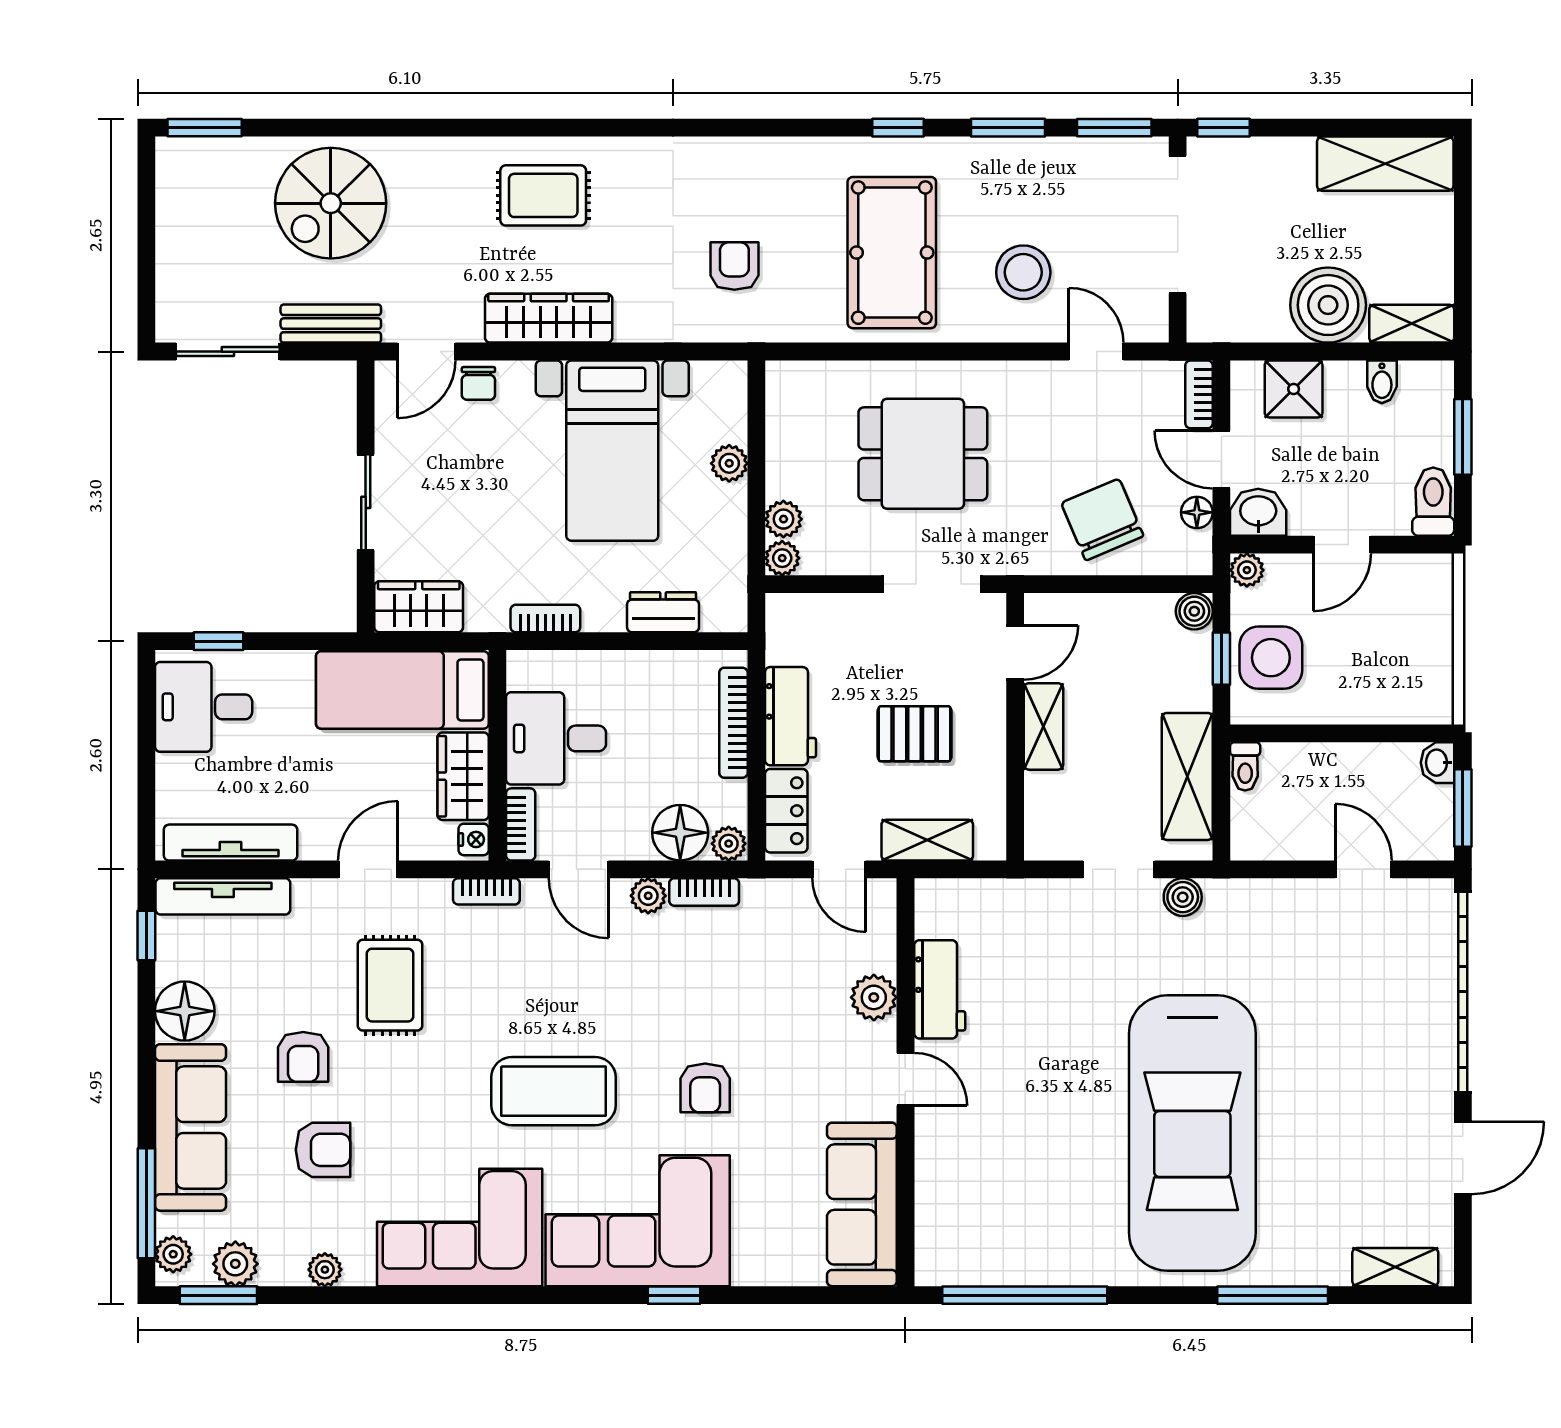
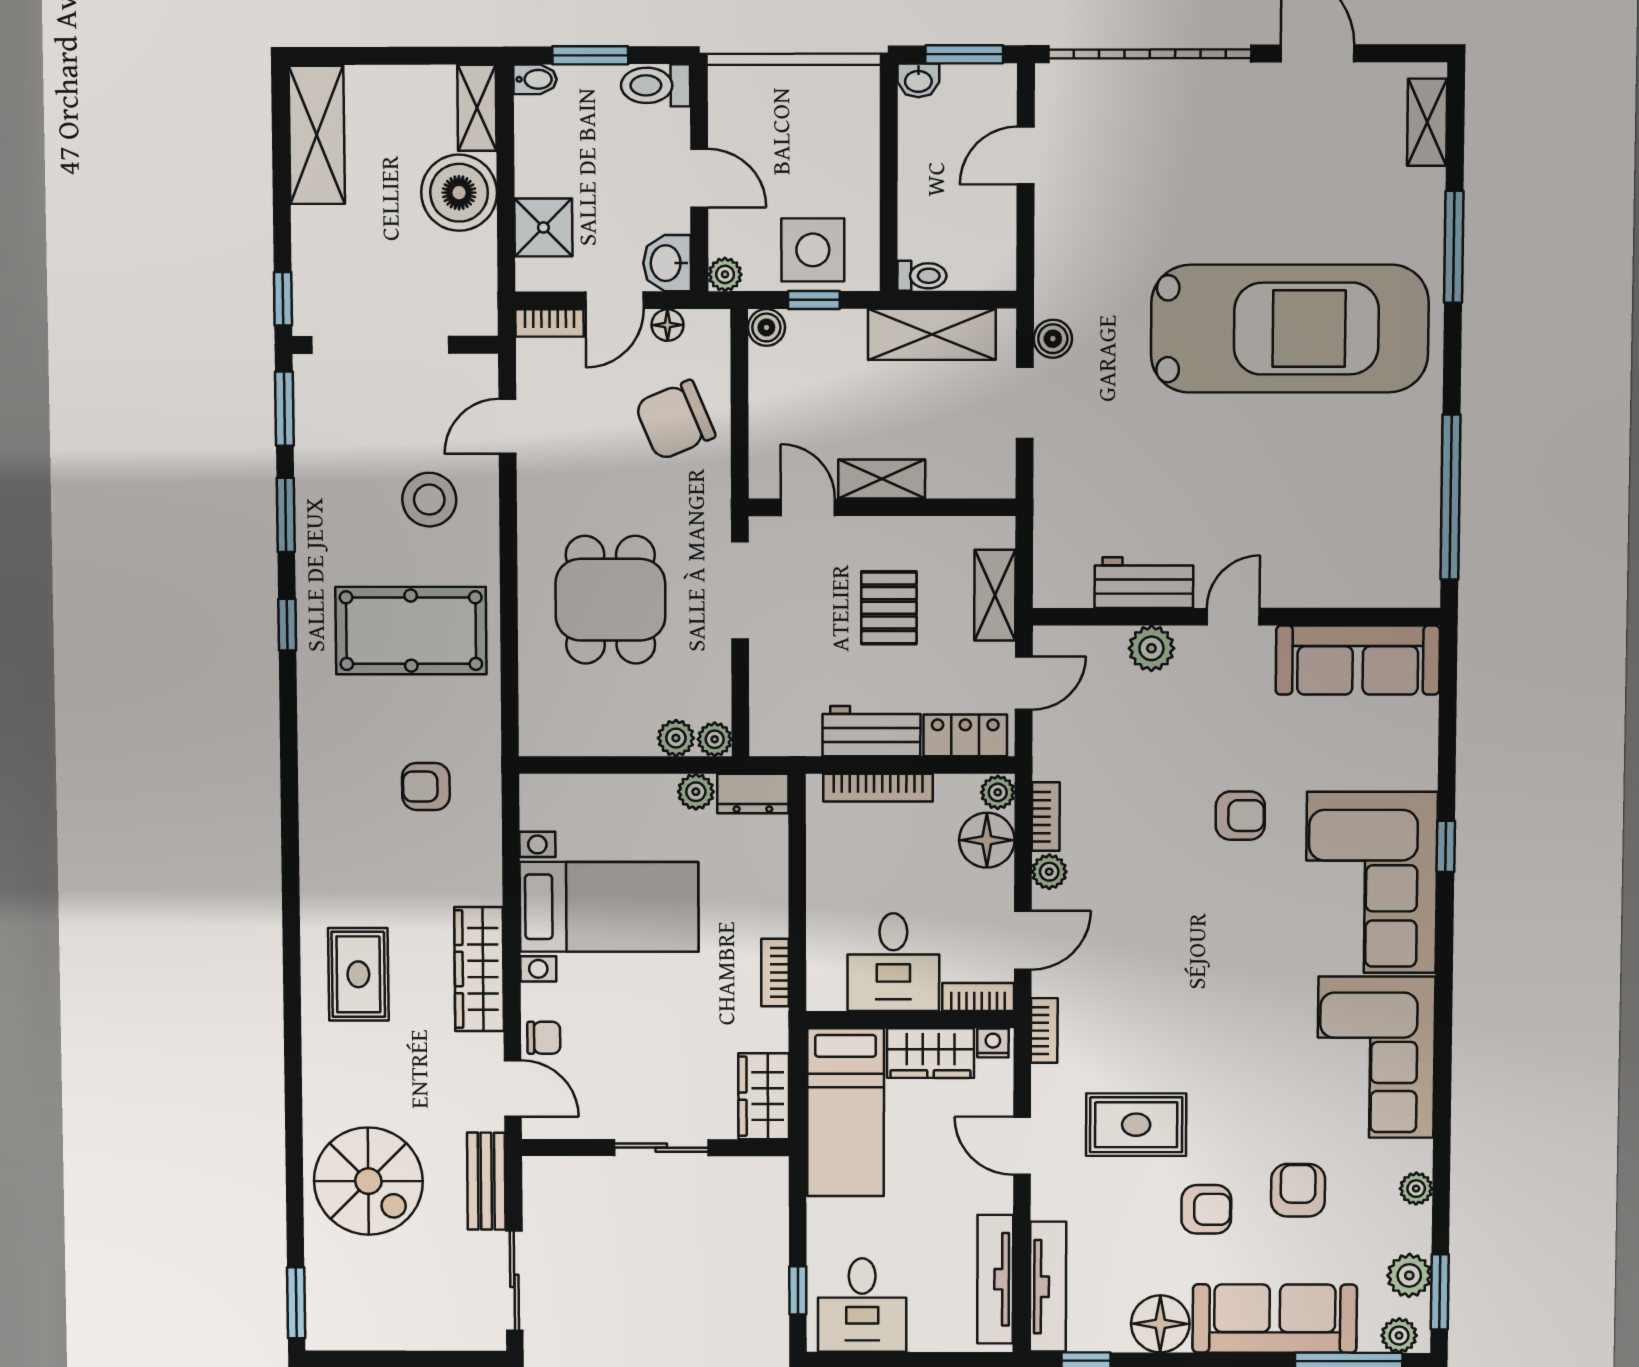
bidet: (1382, 382) -> (535, 79), moved
plant: (729, 463) -> (696, 792), moved
dresser: (663, 612) -> (753, 794), moved, turned -90
coffee table: (553, 1091) -> (1242, 965), removed

